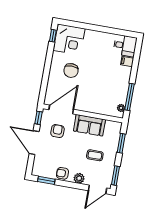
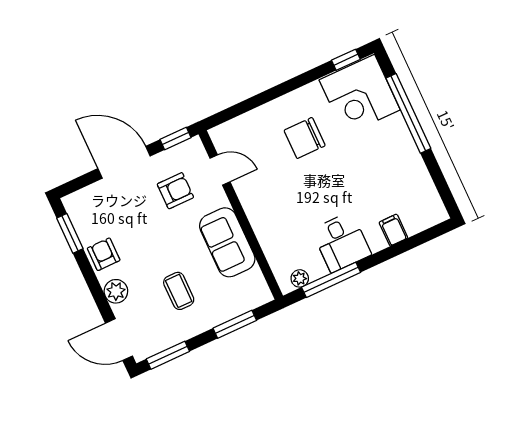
window: (88, 26) -> (408, 113), added
desk: (125, 46) -> (341, 242), moved
door: (61, 110) -> (220, 170), width x0.53
door: (34, 143) -> (124, 162), hinge flipped

